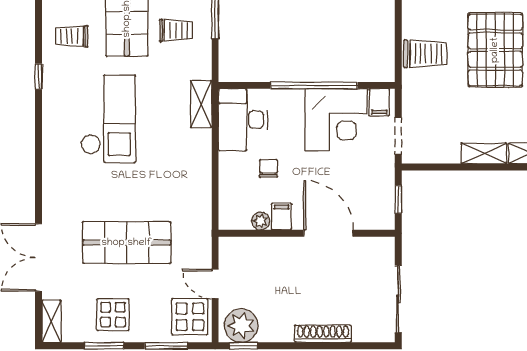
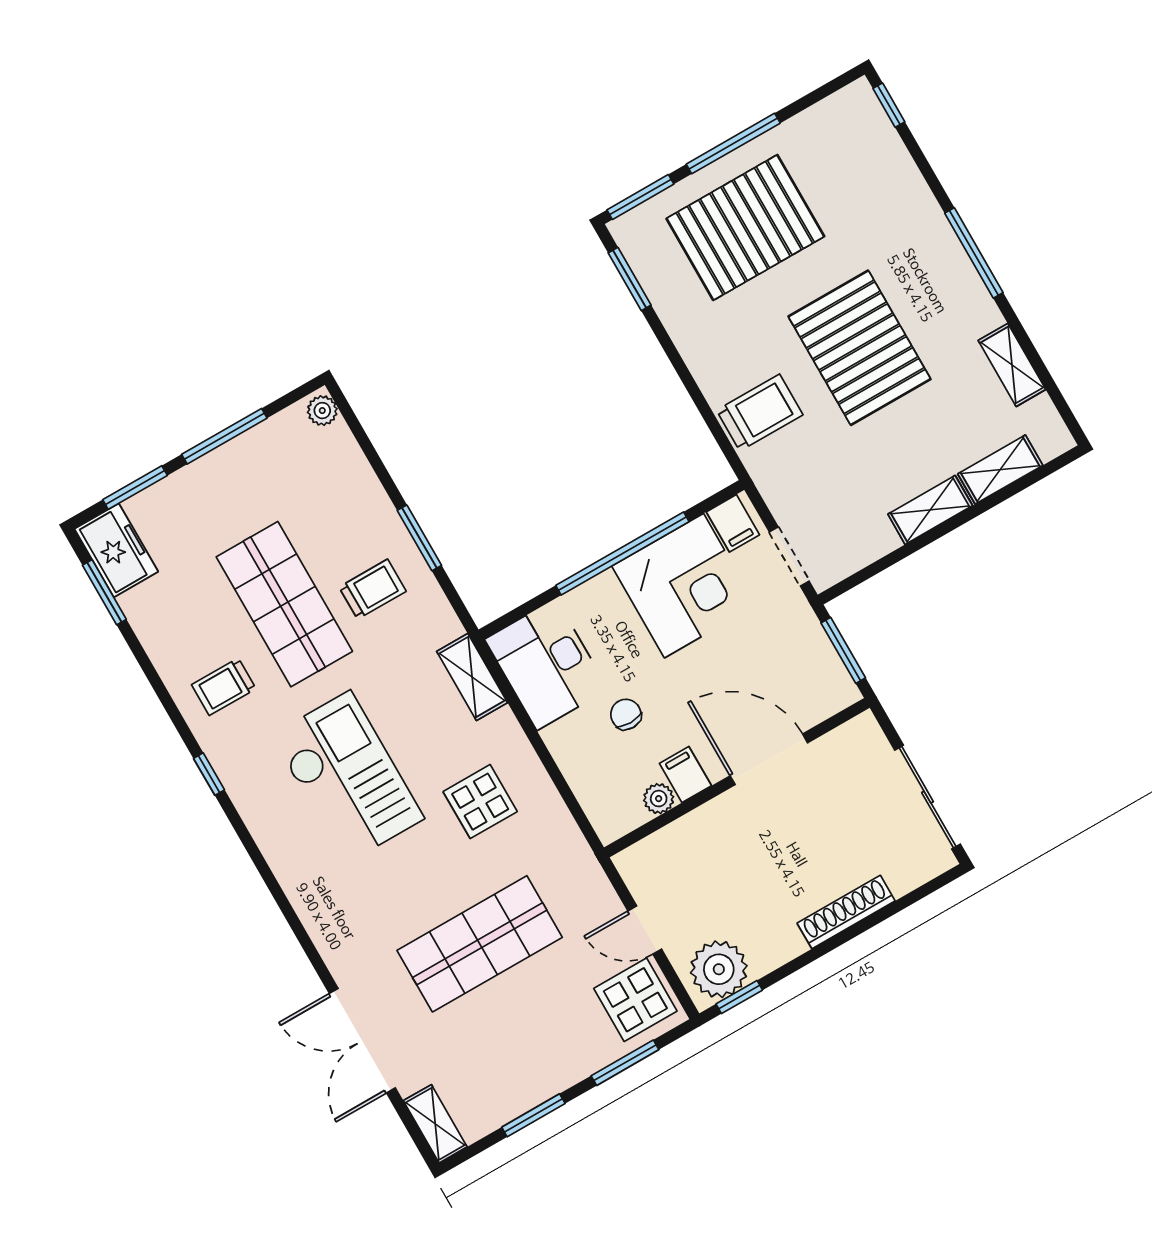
window: (398, 199) -> (843, 650), width x1.50
display table: (113, 315) -> (480, 802), moved

